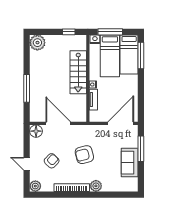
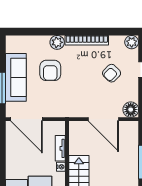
door: (121, 123) -> (27, 119), hinge flipped
armchair: (84, 155) -> (50, 70), moved, turned 104
sofa: (130, 163) -> (16, 77), width x1.36

